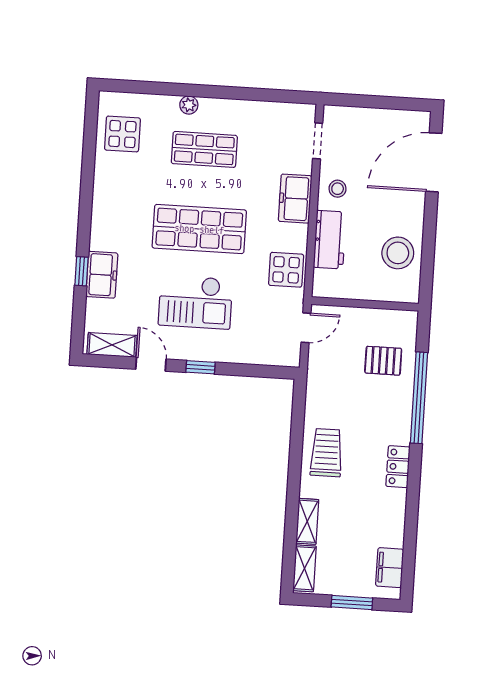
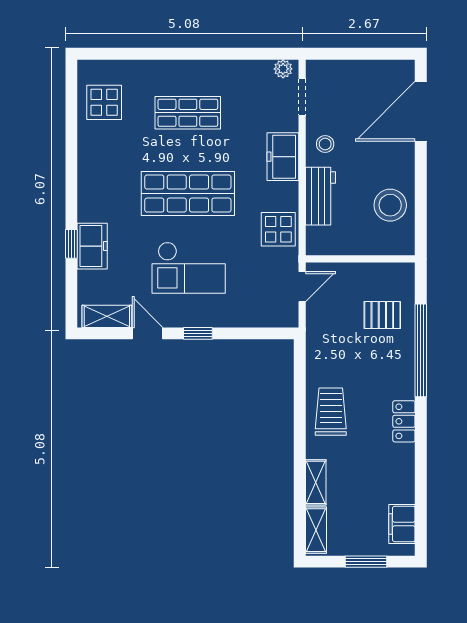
plant: (189, 105) -> (283, 69), moved

